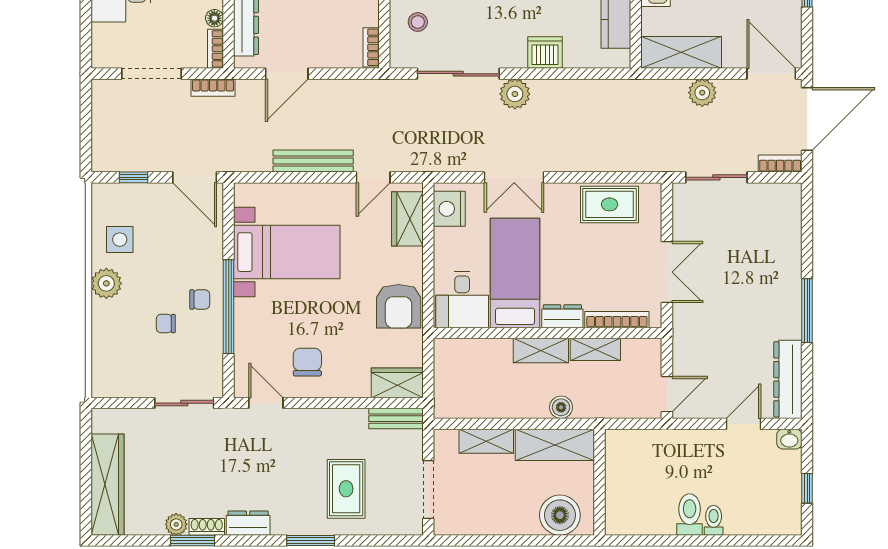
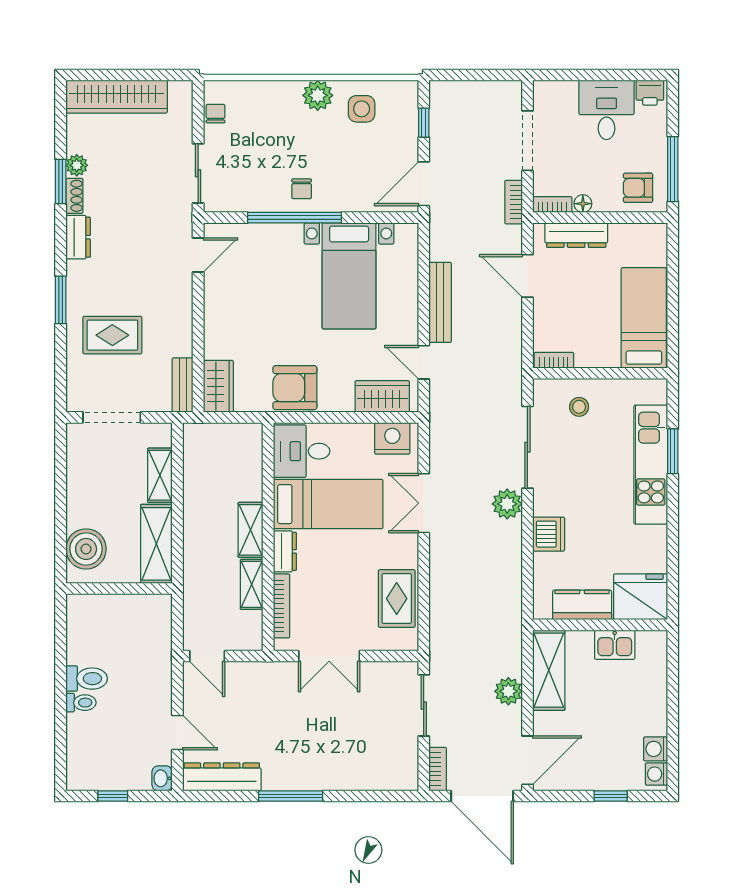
chair: (166, 324) -> (216, 114), moved
chair: (307, 362) -> (239, 296), removed
boiler: (561, 407) -> (194, 550), removed

